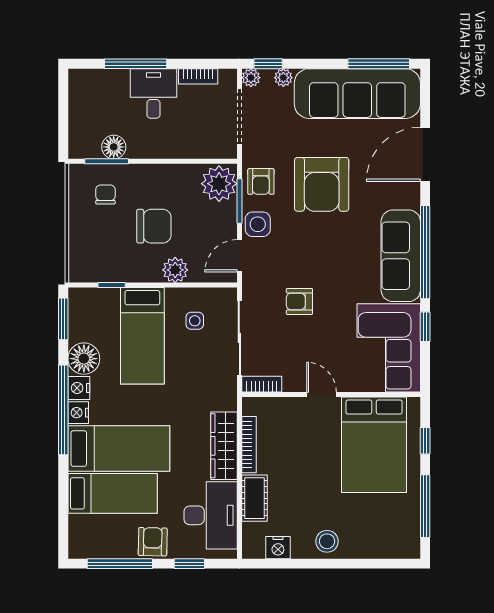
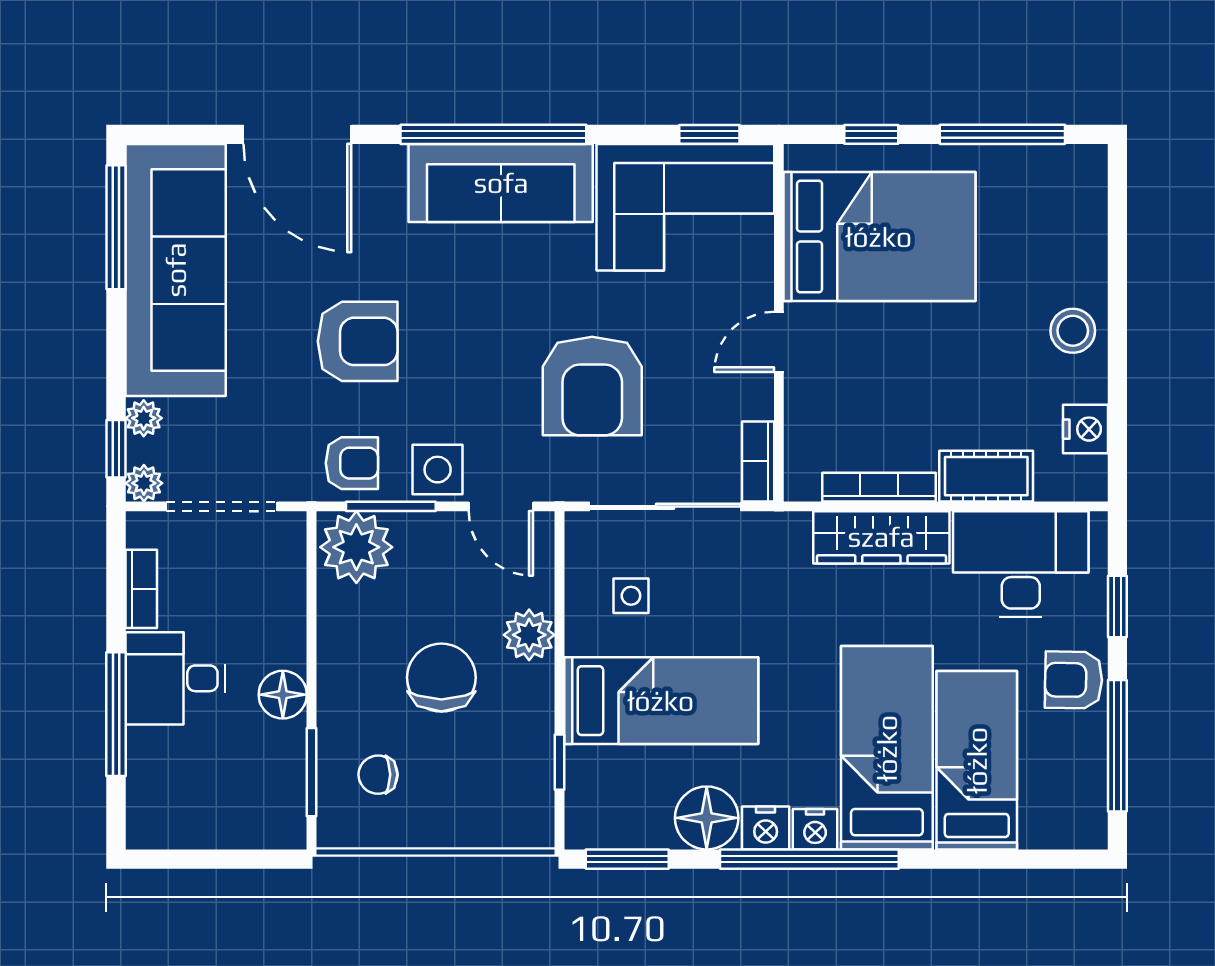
floor lamp: (114, 147) -> (283, 695), moved
armchair: (322, 184) -> (358, 341), width x0.73, depth x0.73
armchair: (299, 301) -> (592, 386), width x1.88, depth x1.88
window: (425, 327) -> (709, 134), moved

